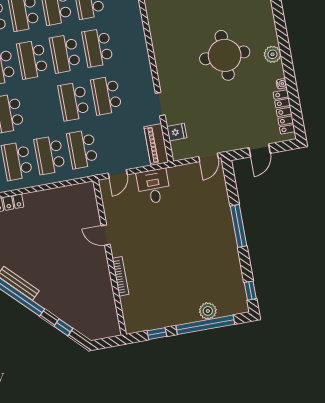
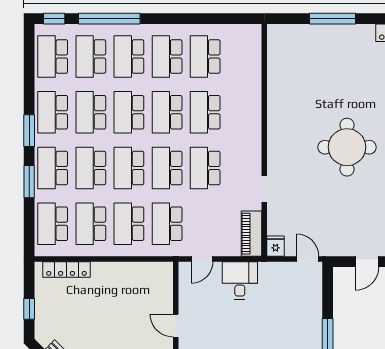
school desk: (41, 107) -> (129, 168), added
fridge: (177, 132) -> (275, 246), moved, turned -90
door: (208, 157) -> (308, 259), swing flipped

